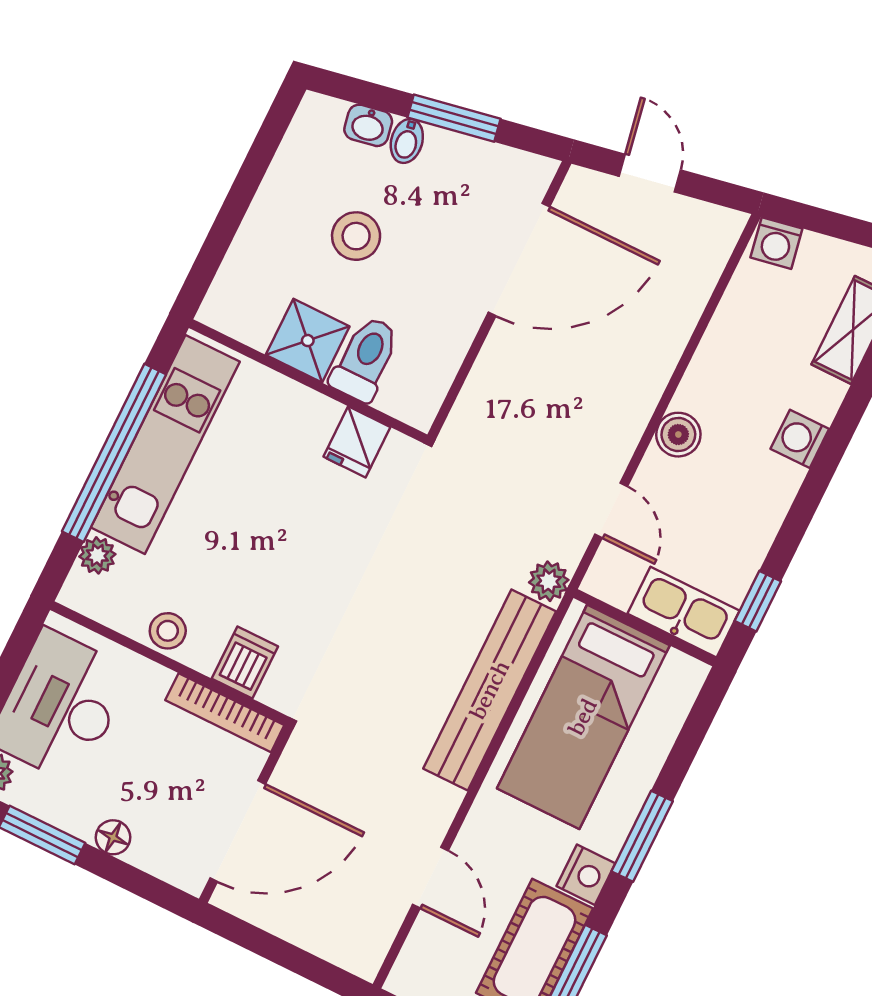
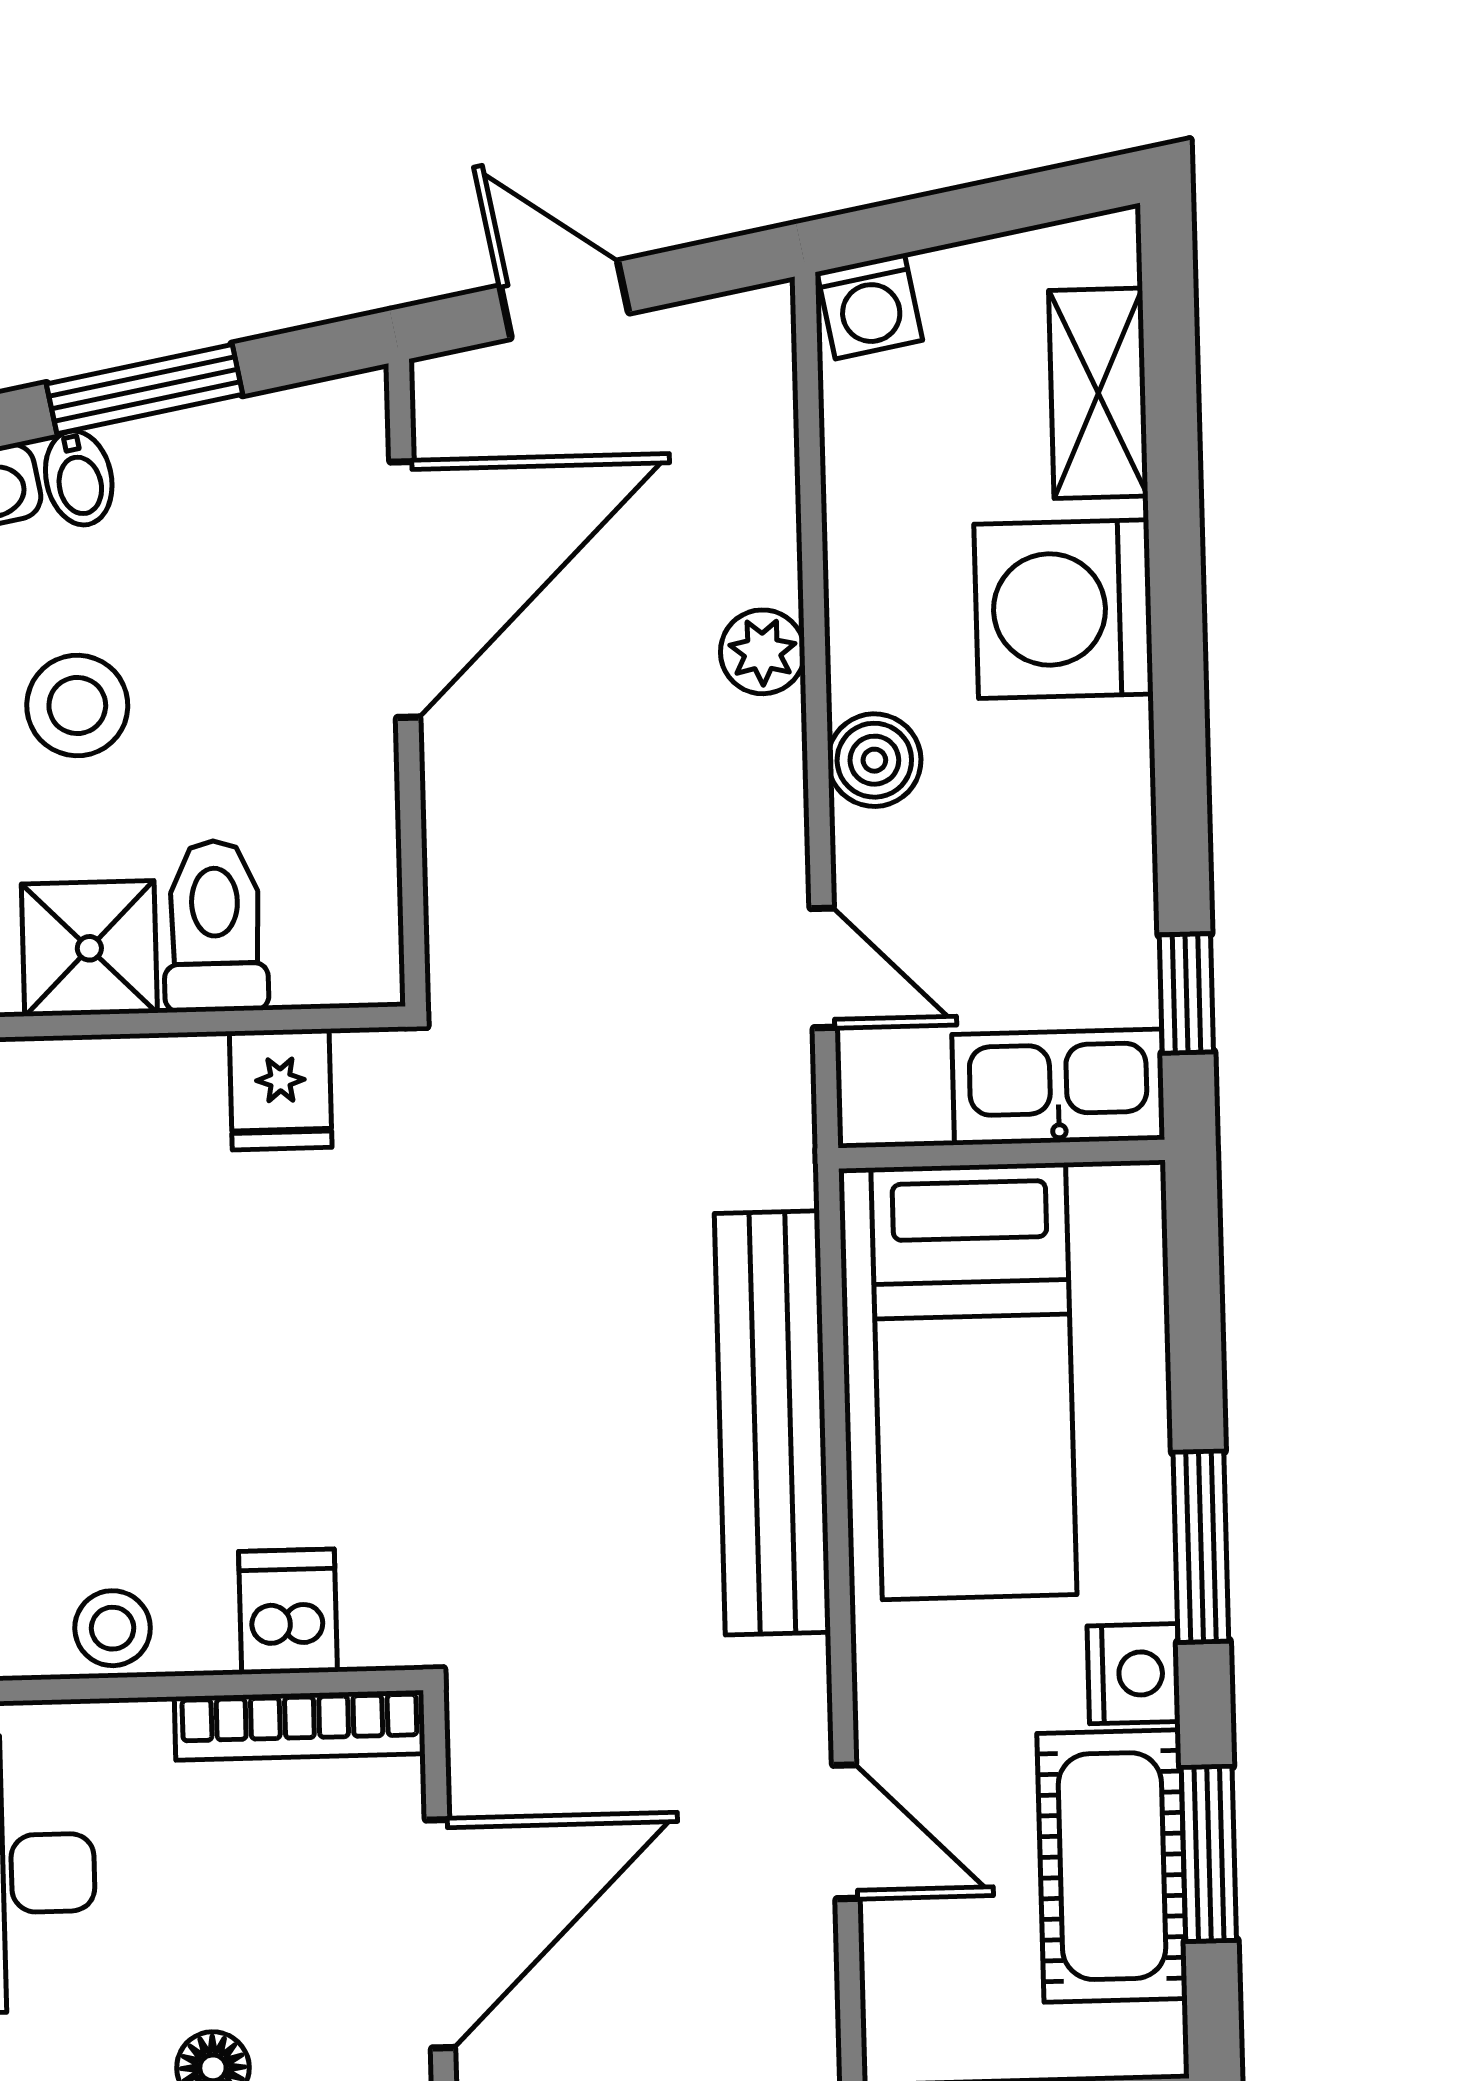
washing machine: (800, 439) -> (1063, 609), width x1.89, depth x1.89
plant: (549, 581) -> (763, 652), moved

